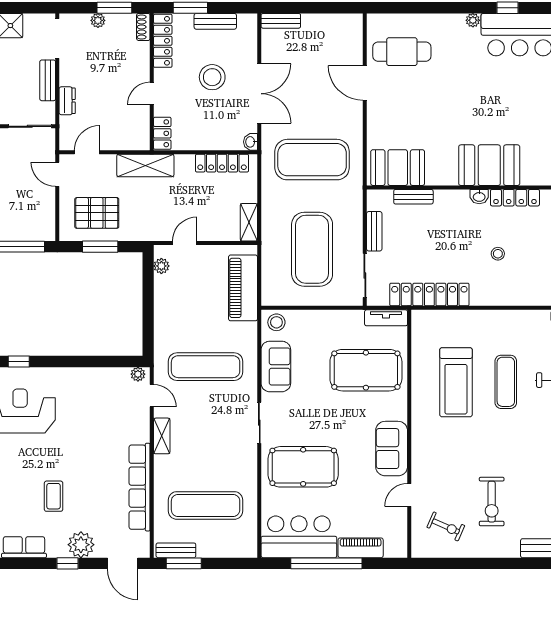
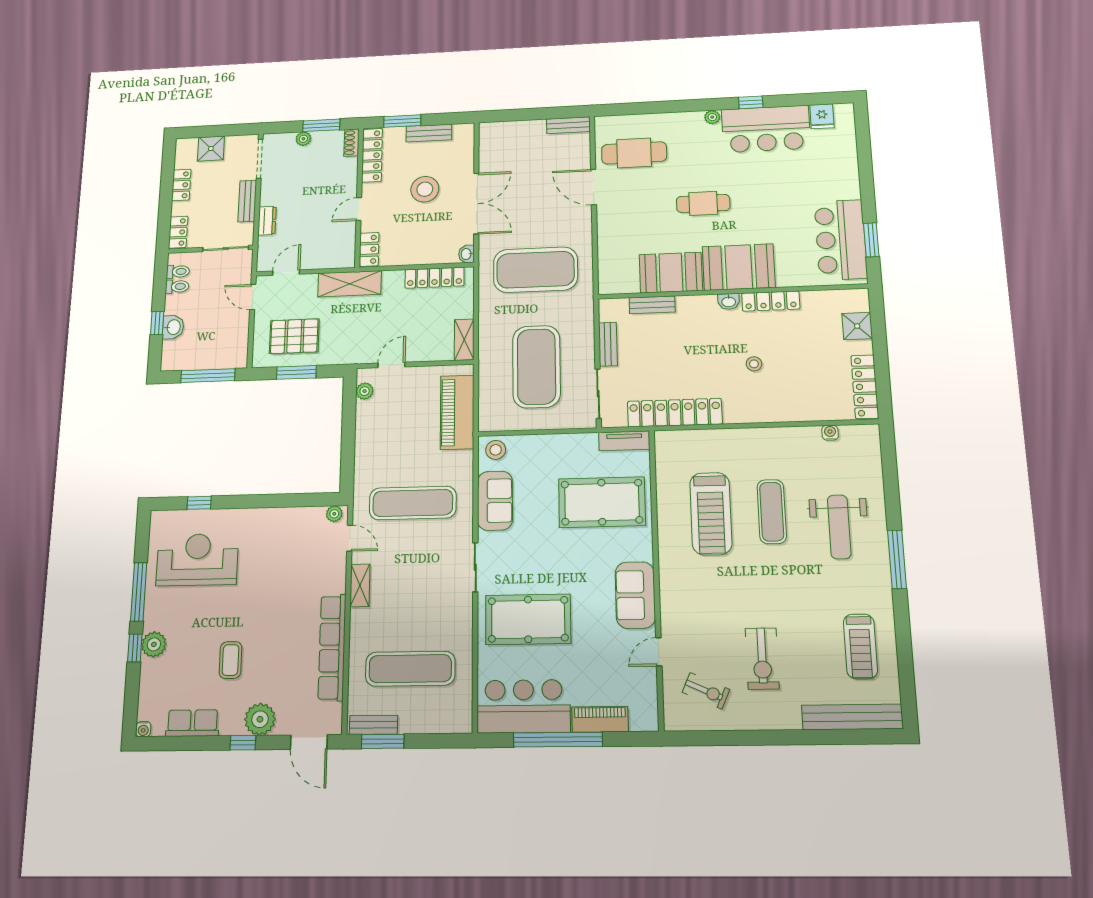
bench: (281, 21) -> (568, 125), moved
cafe table: (461, 104) -> (703, 203), added
booth: (398, 168) -> (671, 273), moved

